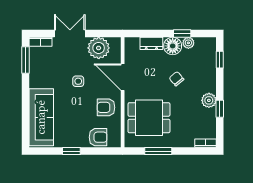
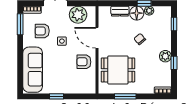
armchair: (98, 137) -> (42, 31), moved, turned 180

